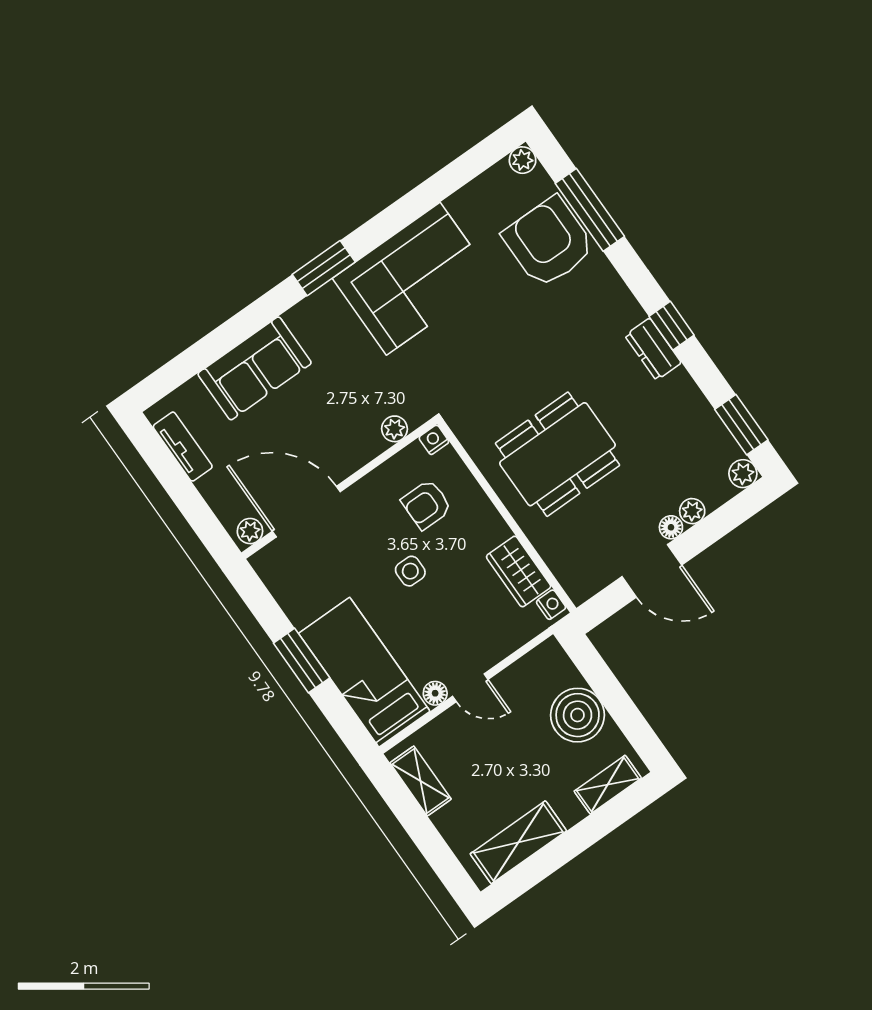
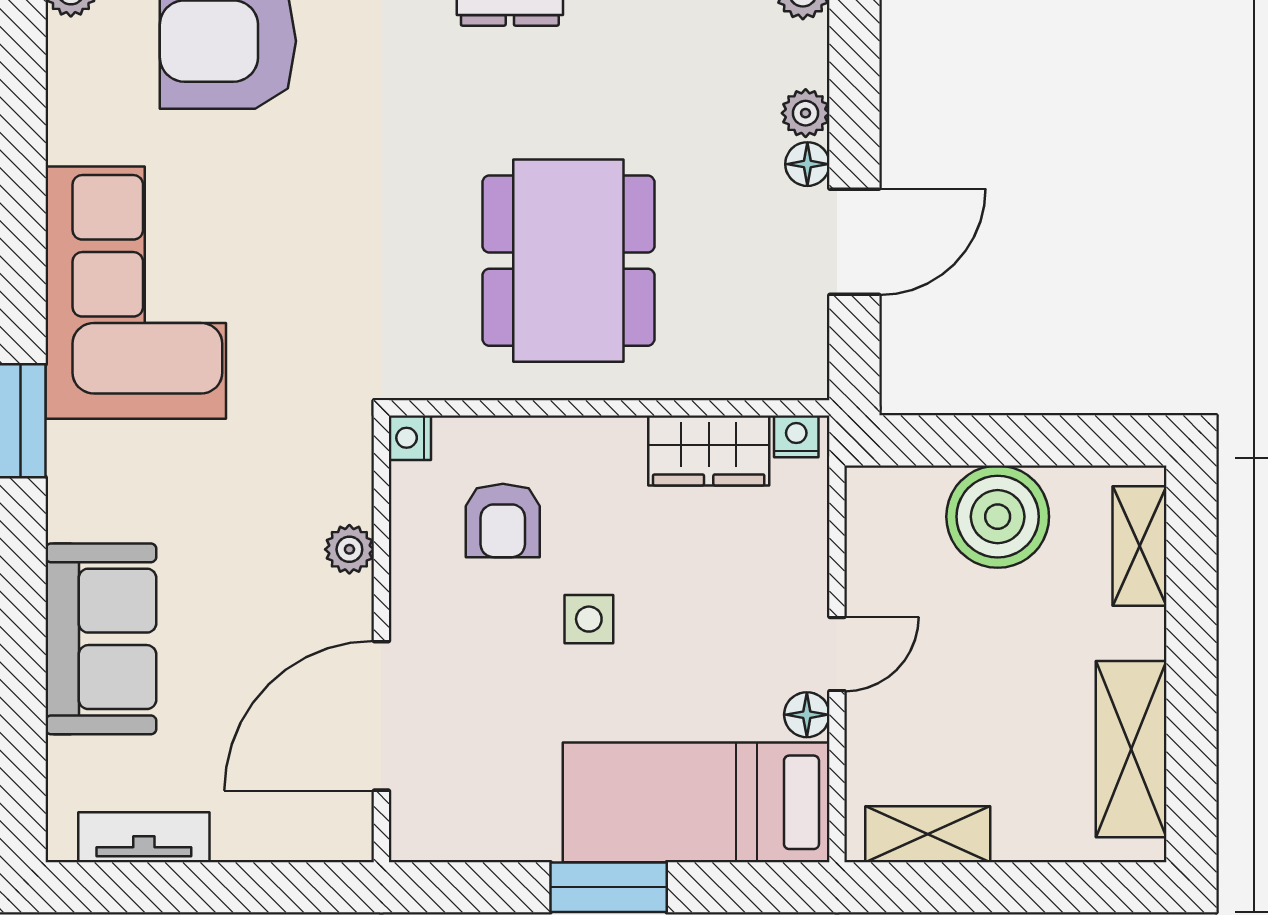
plant: (395, 429) -> (349, 549), moved
plant: (250, 531) -> (350, 825), removed

